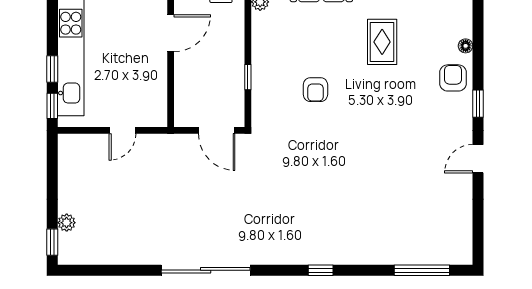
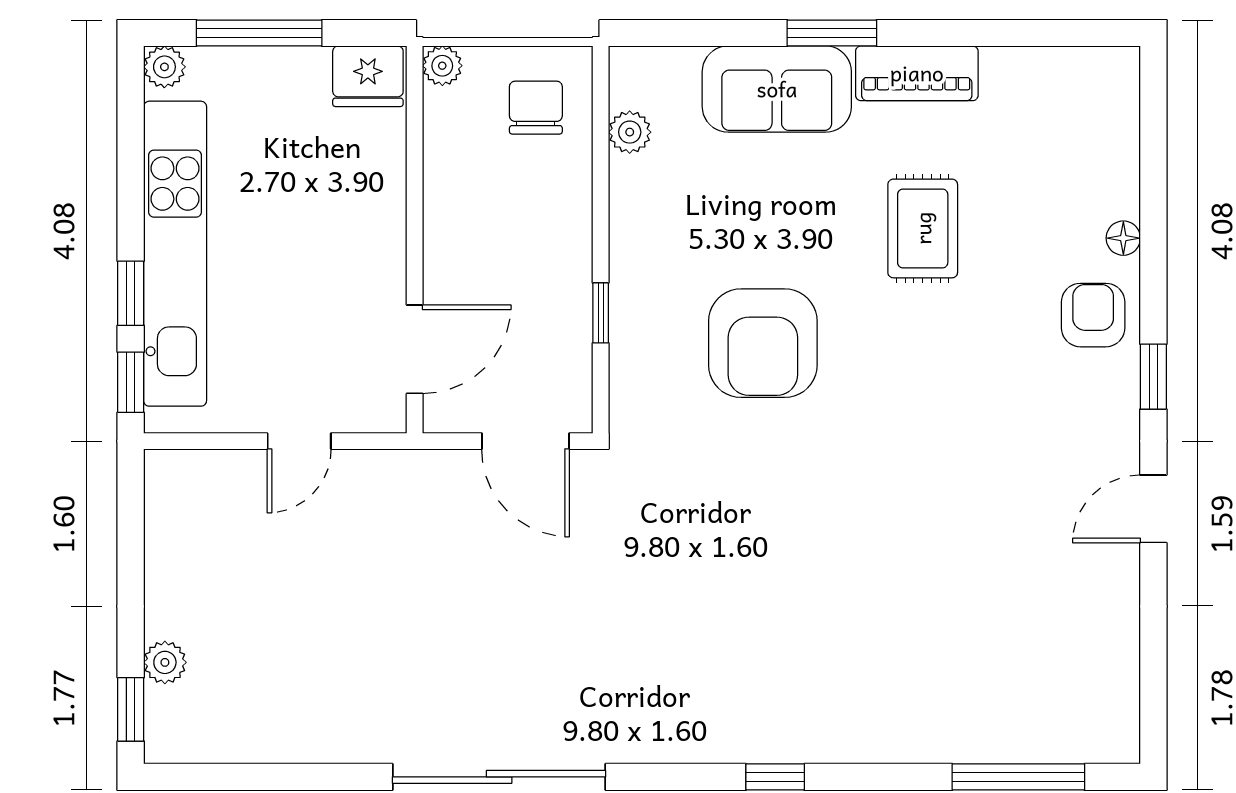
door: (171, 33) -> (415, 349), moved
armchair: (315, 90) -> (763, 343), width x1.88, depth x1.88

